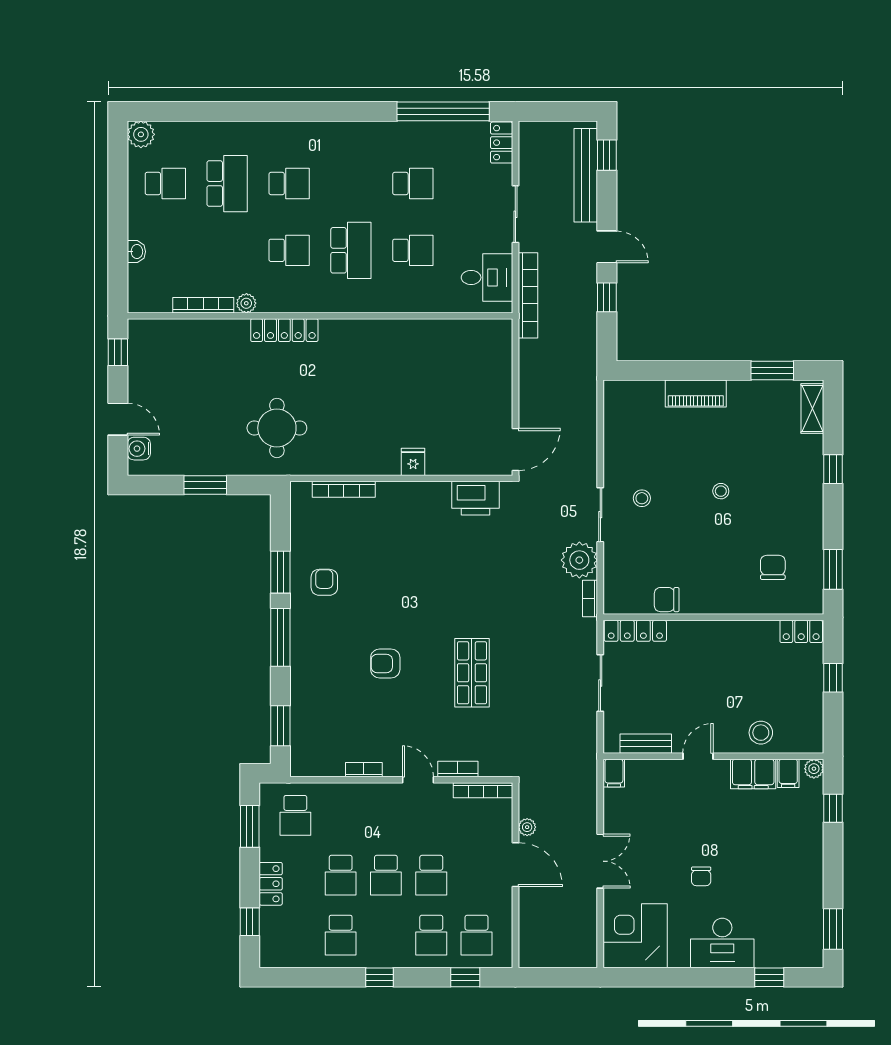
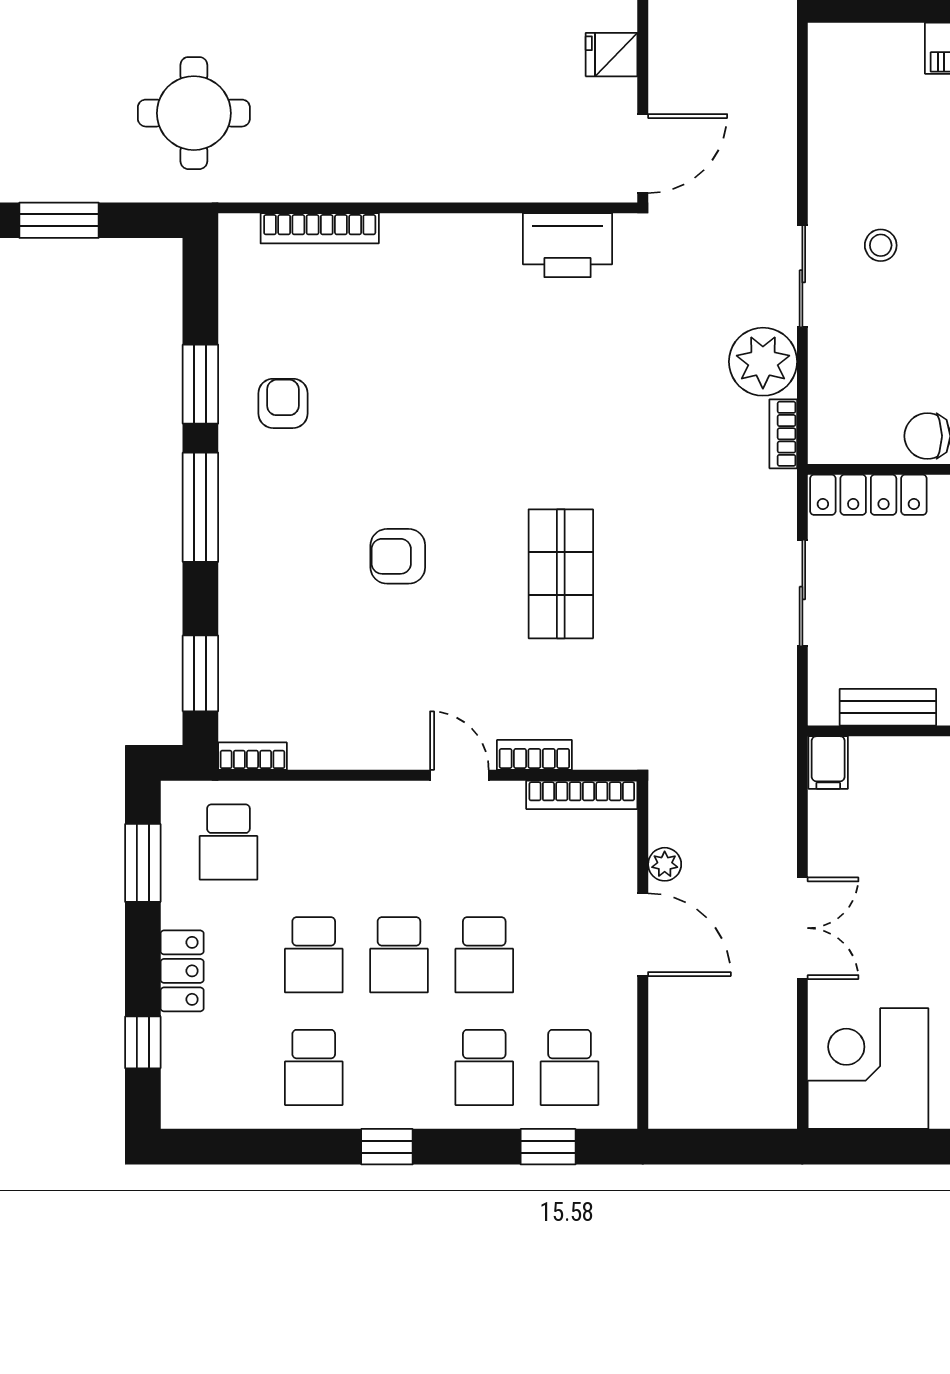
fridge: (413, 462) -> (612, 55), moved, turned -90
bookcase: (364, 770) -> (252, 756), moved

